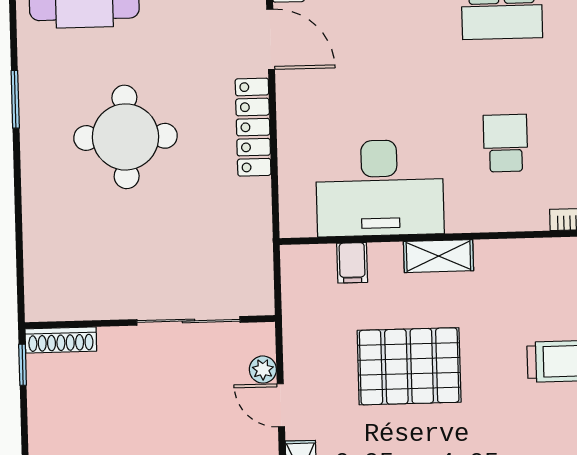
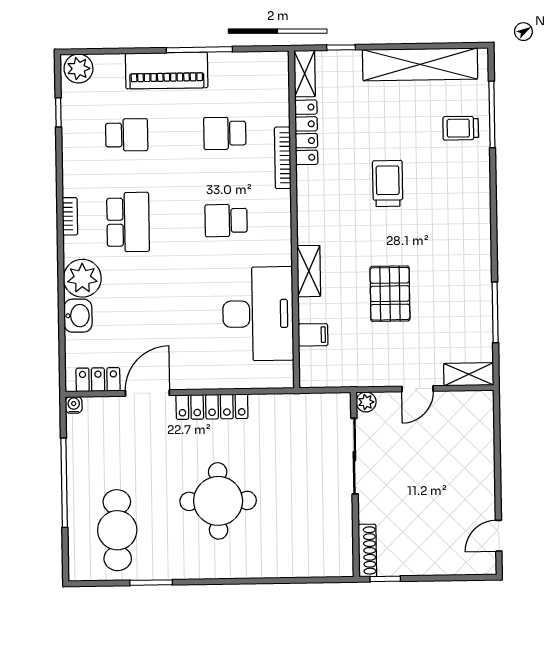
window: (15, 99) -> (151, 583), moved
pallet: (409, 366) -> (390, 294), width x0.73, depth x0.71
plant: (263, 370) -> (366, 402), moved

